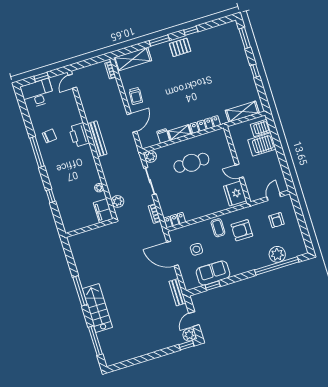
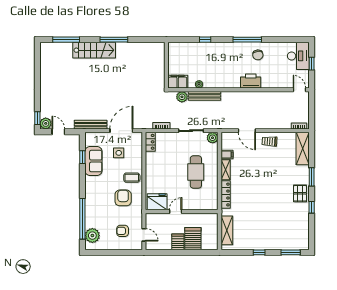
server rack: (260, 128) -> (178, 242), moved
bench: (97, 139) -> (204, 96), moved
plant: (277, 254) -> (92, 236), moved
bench: (177, 292) -> (91, 125), width x1.36

